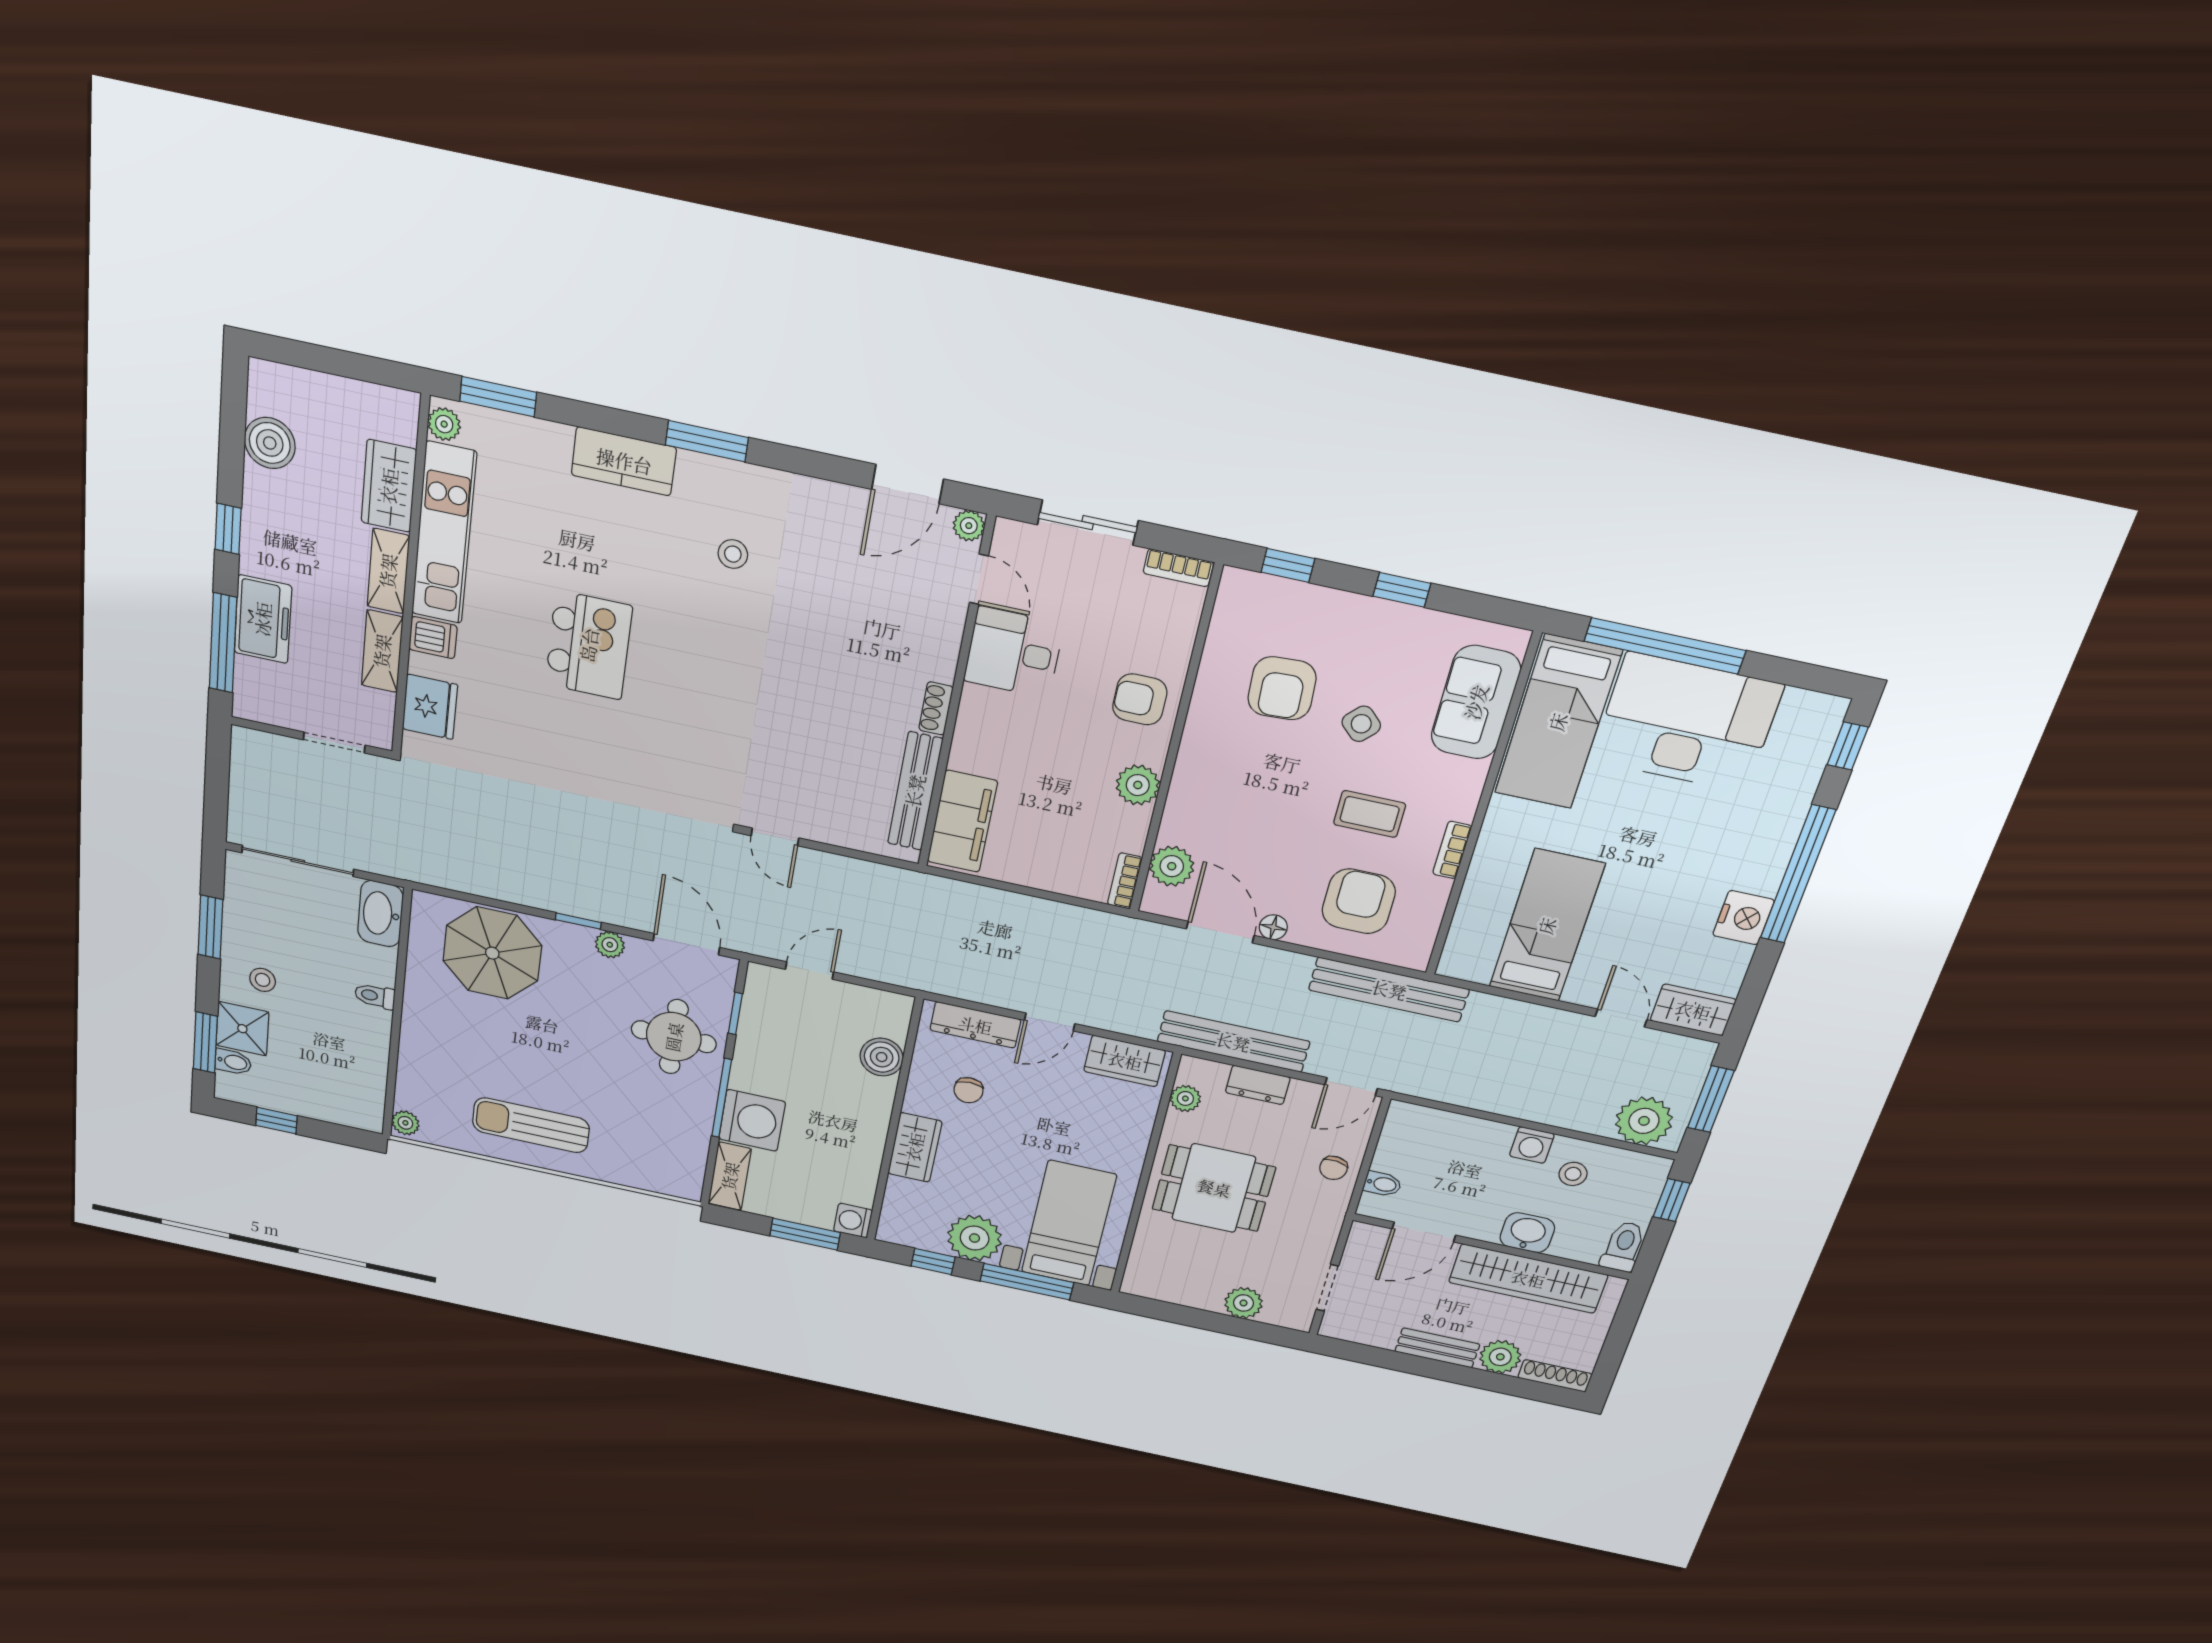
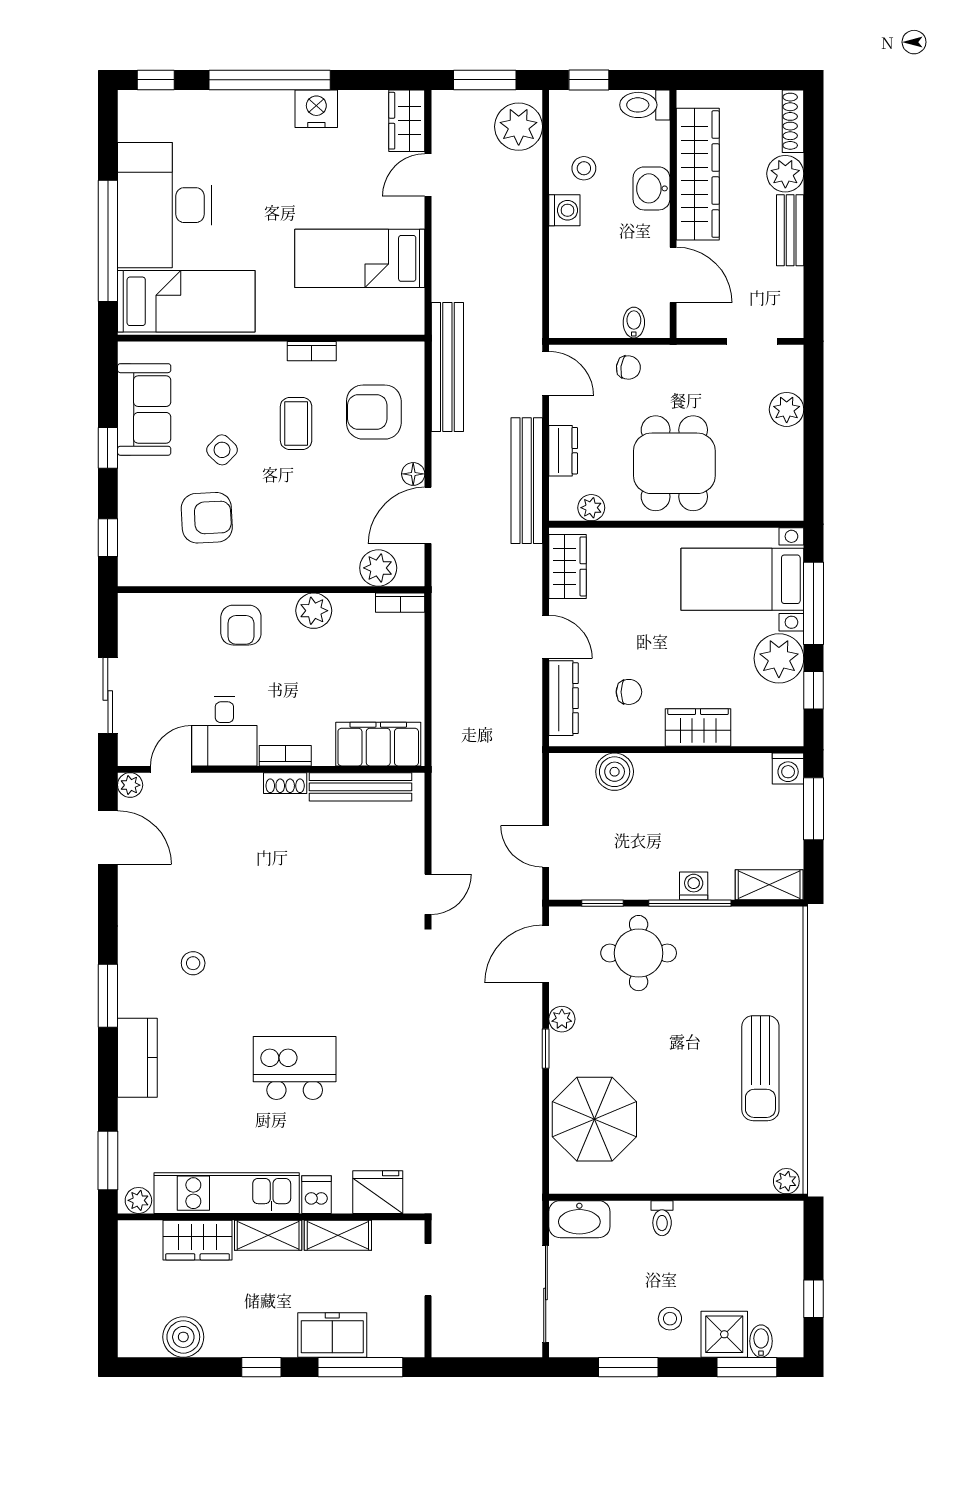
bookcase: (1178, 568) -> (285, 756), moved, turned -90
sofa: (1476, 702) -> (144, 409), moved, turned -90
washing machine: (752, 1120) -> (694, 886), width x0.53, depth x0.53

